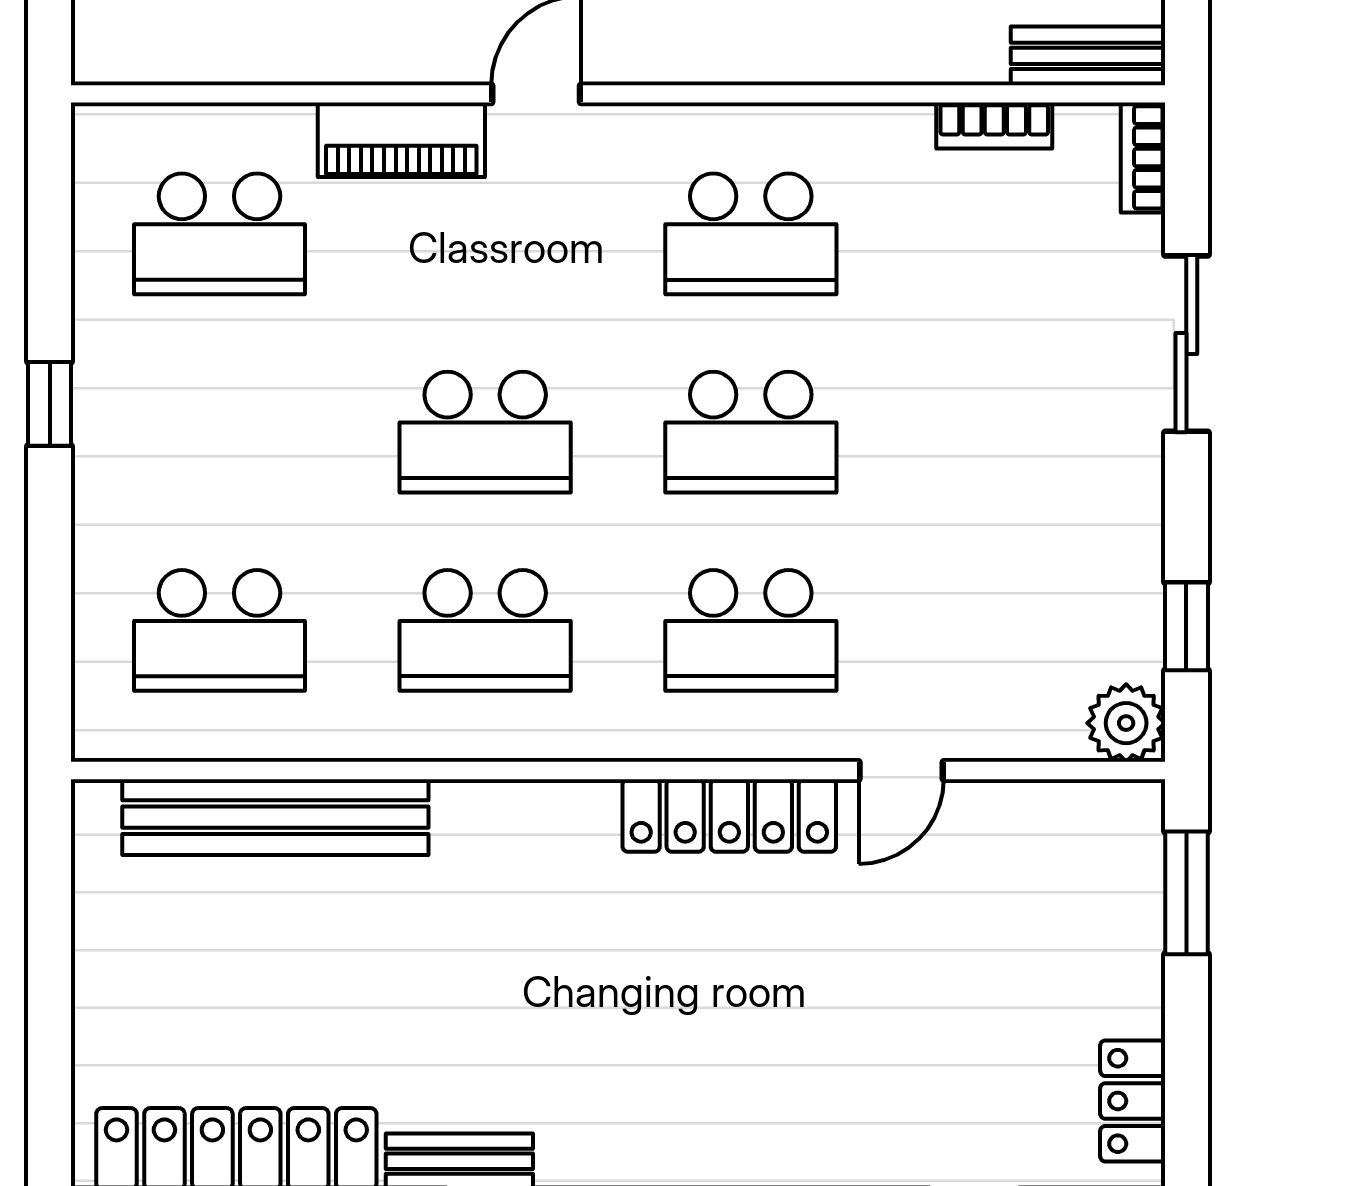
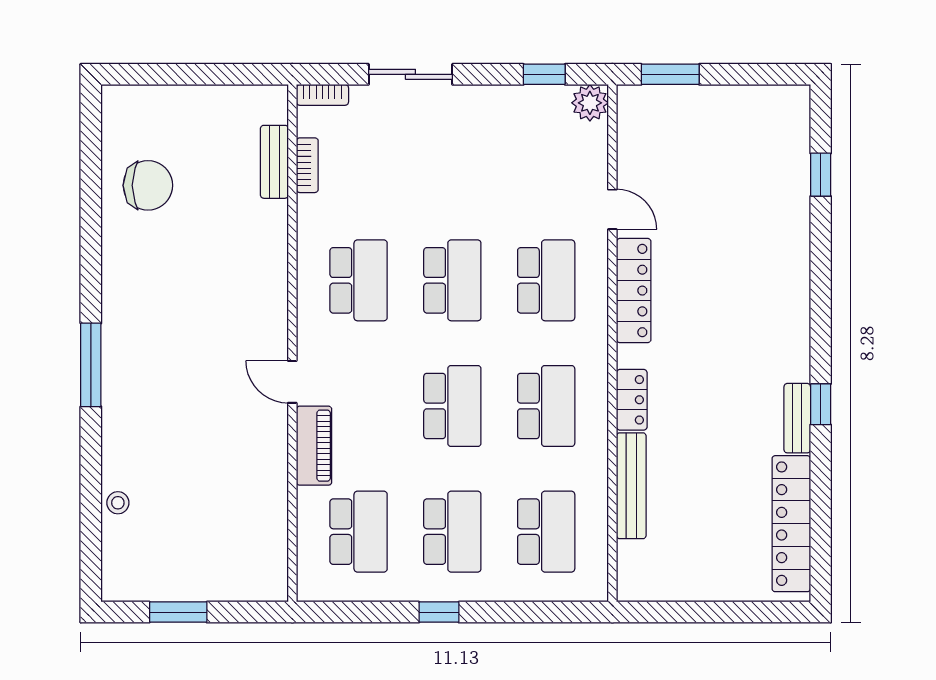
bench: (1088, 56) -> (274, 162), moved
school desk: (219, 432) -> (452, 532), added
bench: (275, 817) -> (631, 486), width x0.73, depth x0.82
locker: (1133, 1101) -> (632, 400), moved, turned -90

